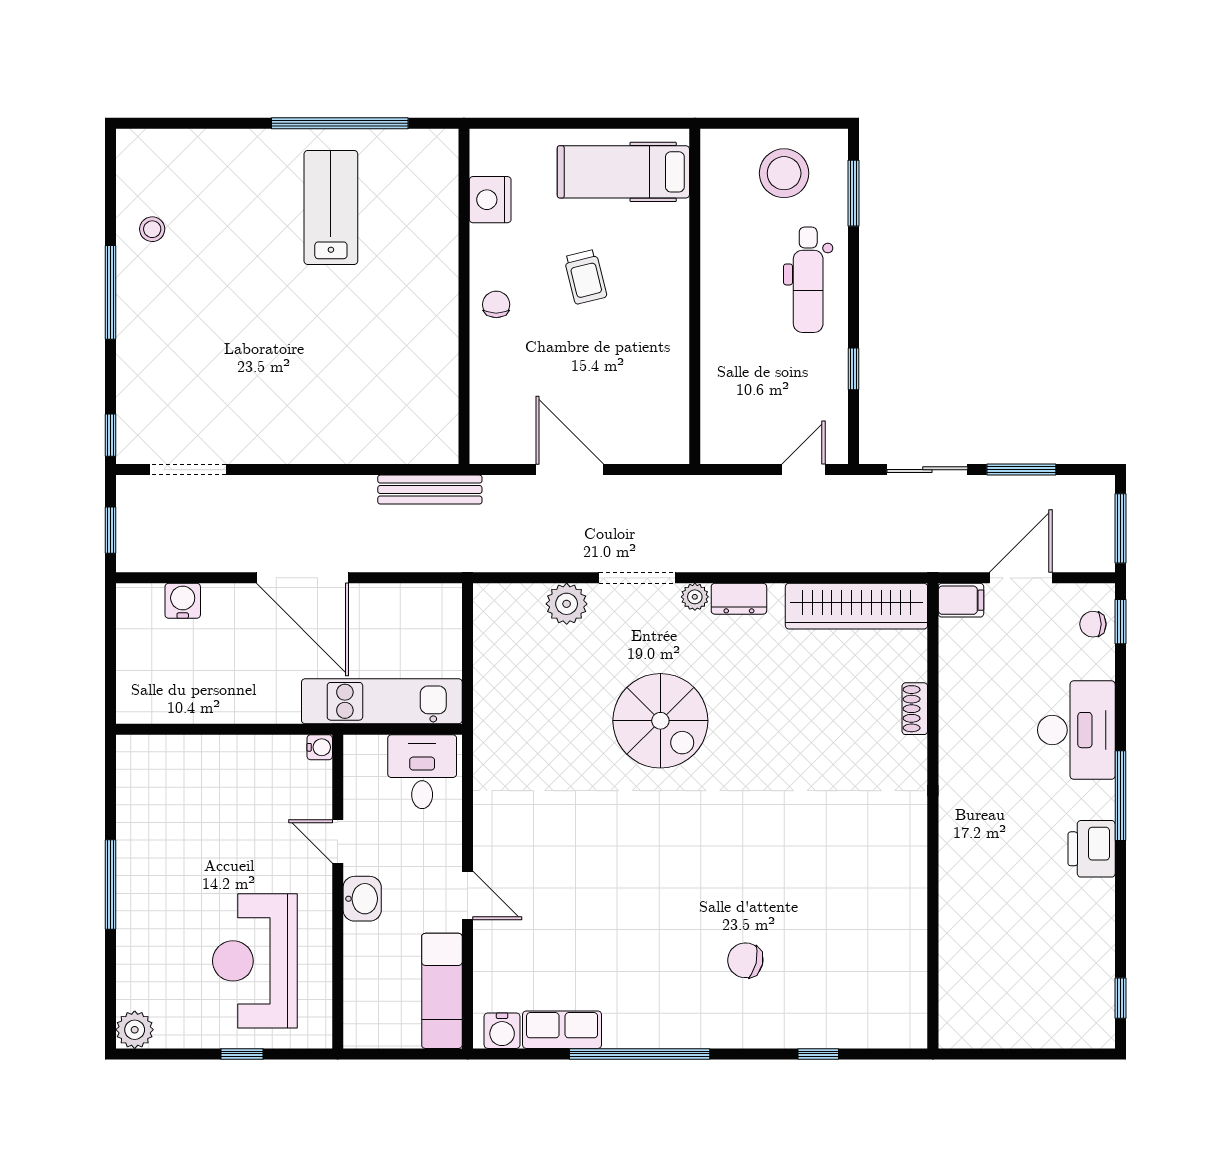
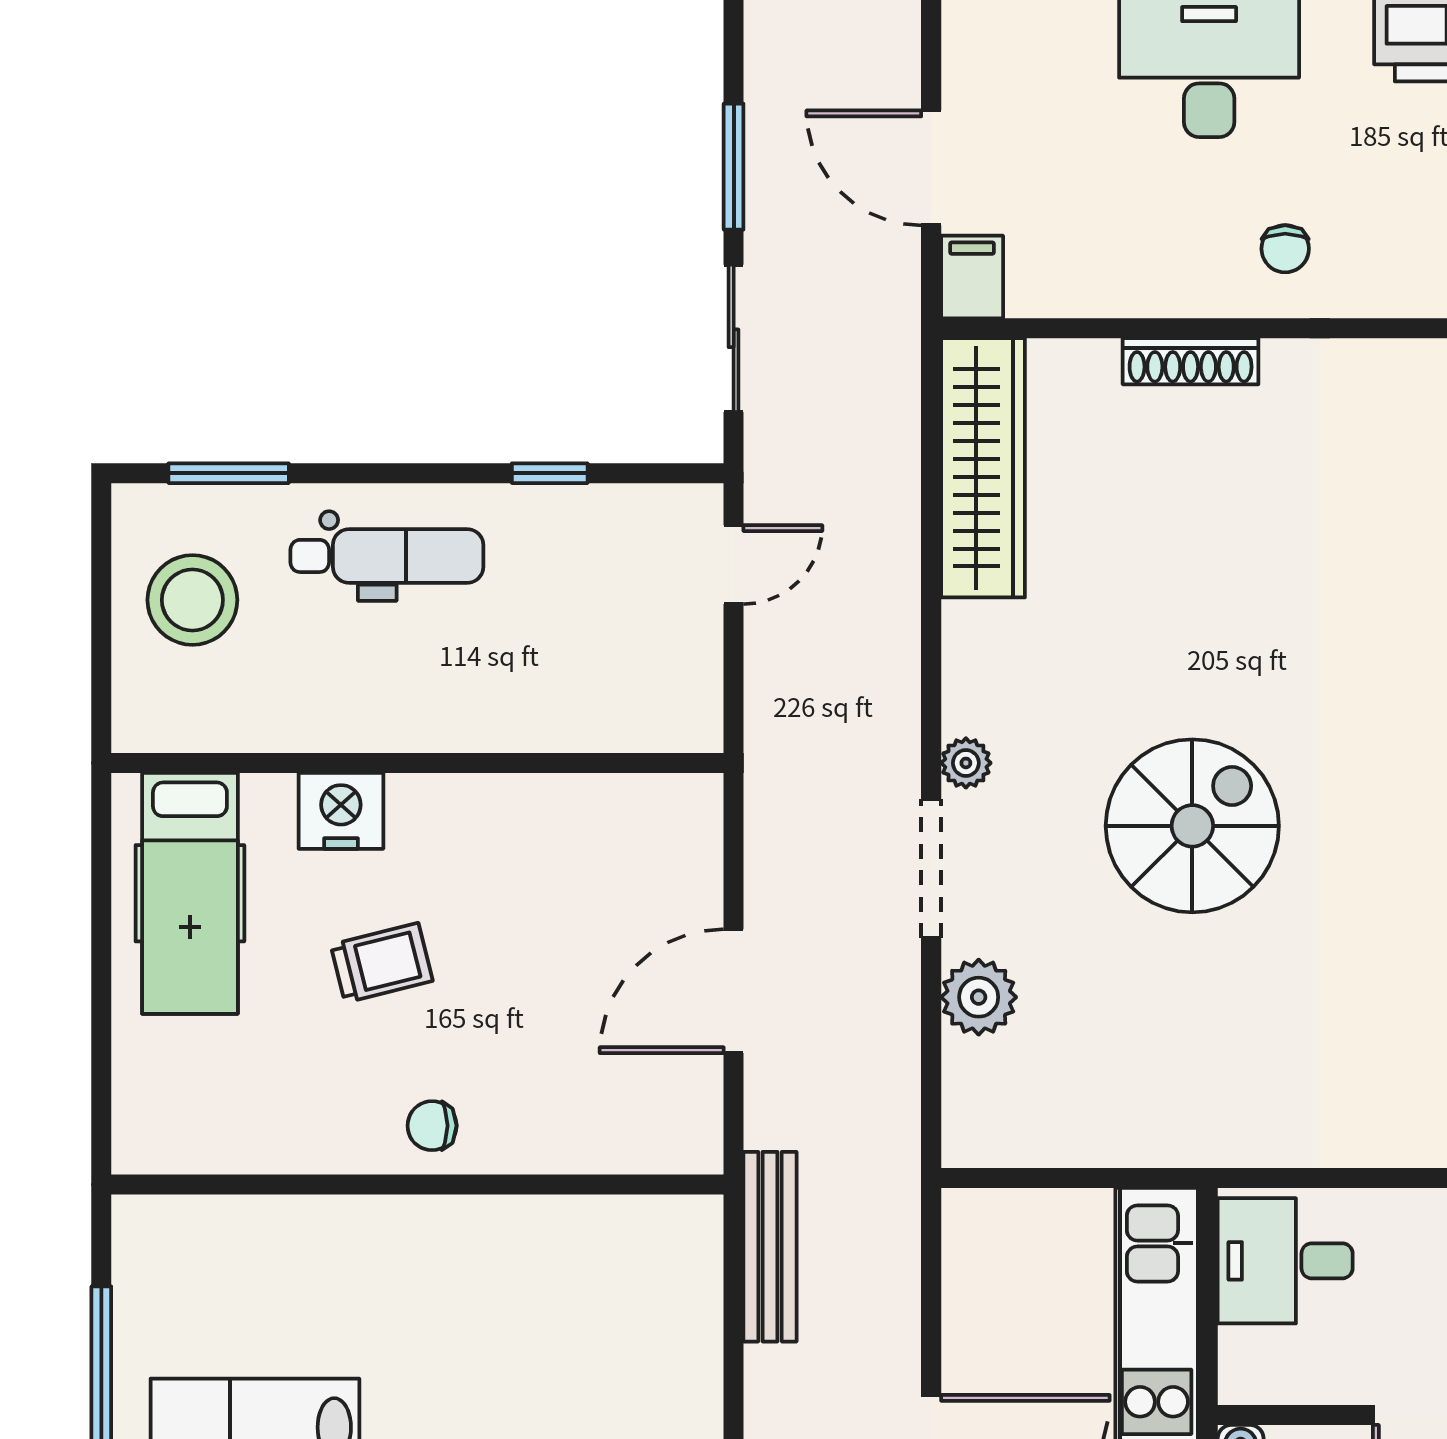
nightstand: (490, 200) -> (341, 811), moved, turned 180
door: (803, 470) -> (734, 565), swing flipped
dresser: (739, 599) -> (969, 682), removed
chair: (1093, 624) -> (1285, 249), moved
shoe rack: (915, 709) -> (1191, 361), width x1.43

